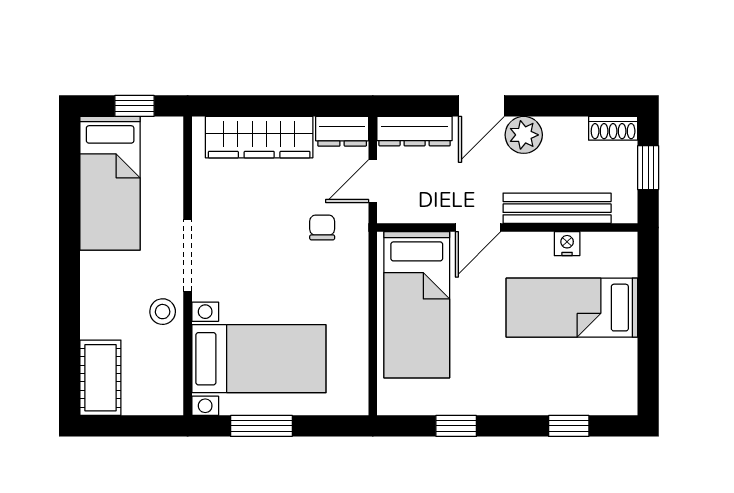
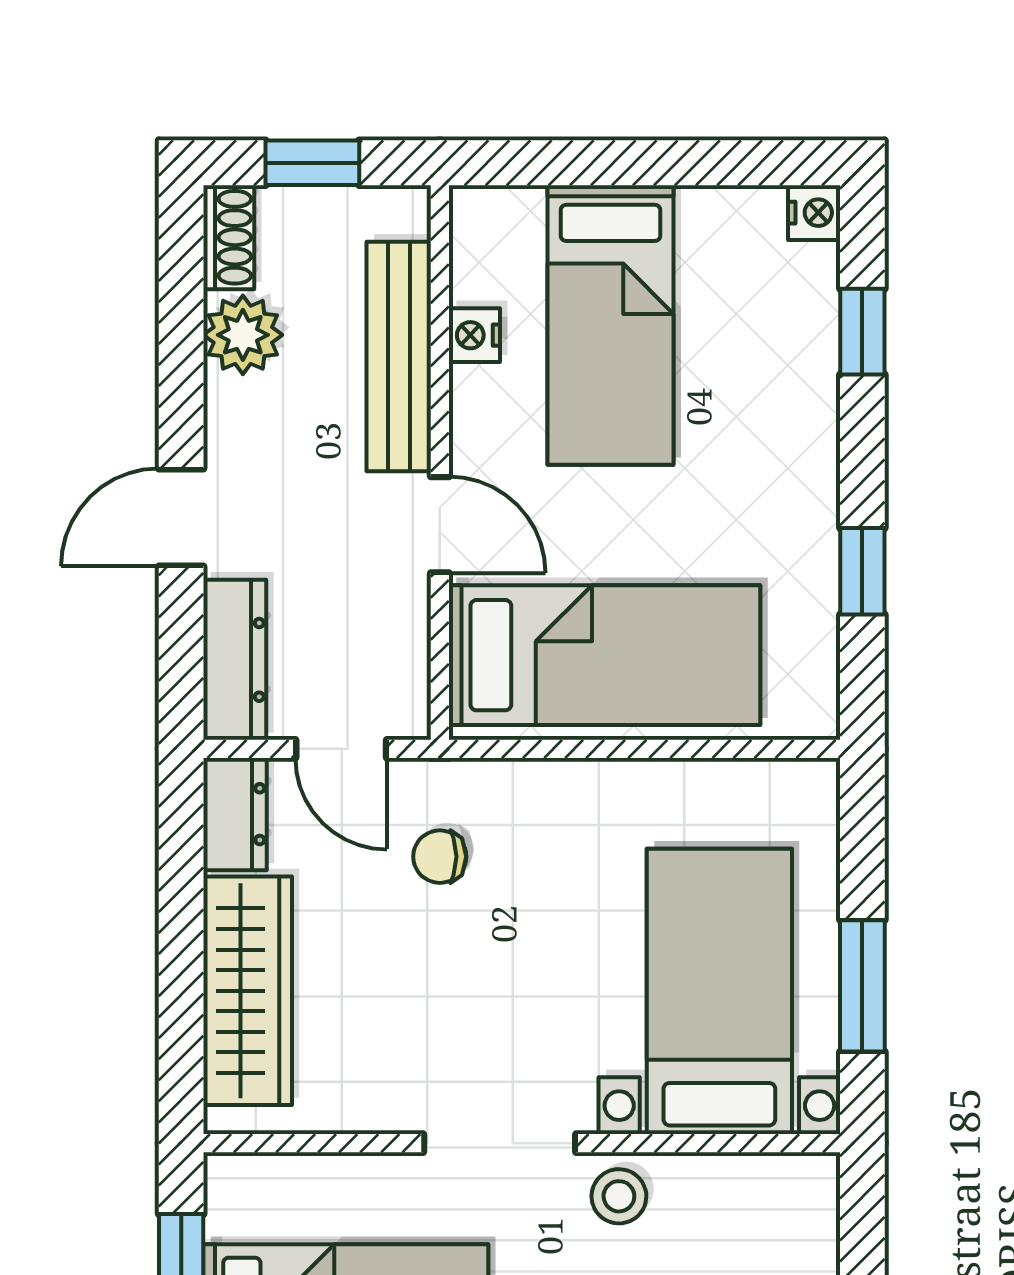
door: (481, 106) -> (181, 517), swing flipped
plant: (524, 135) -> (243, 335), moved
nightstand: (625, 403) -> (814, 213), added

